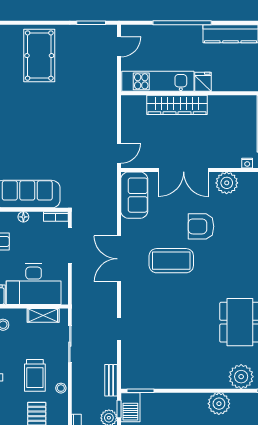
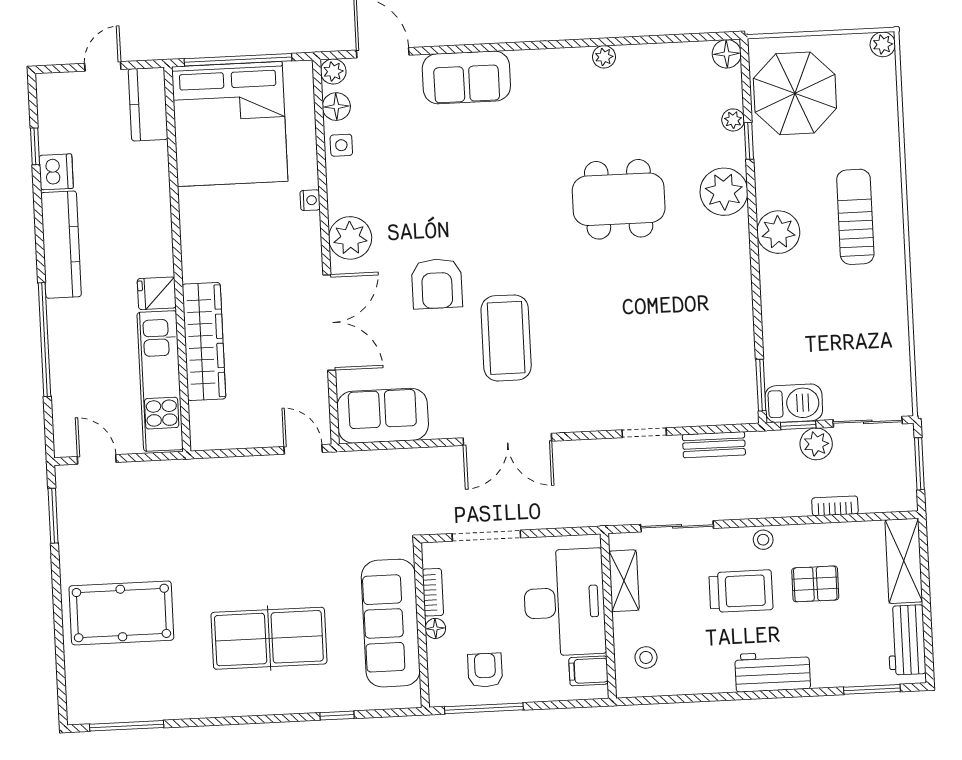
table tennis table: (23, 131) -> (269, 638), added
bookcase: (56, 217) -> (433, 592), moved
bench: (111, 380) -> (714, 445), moved

